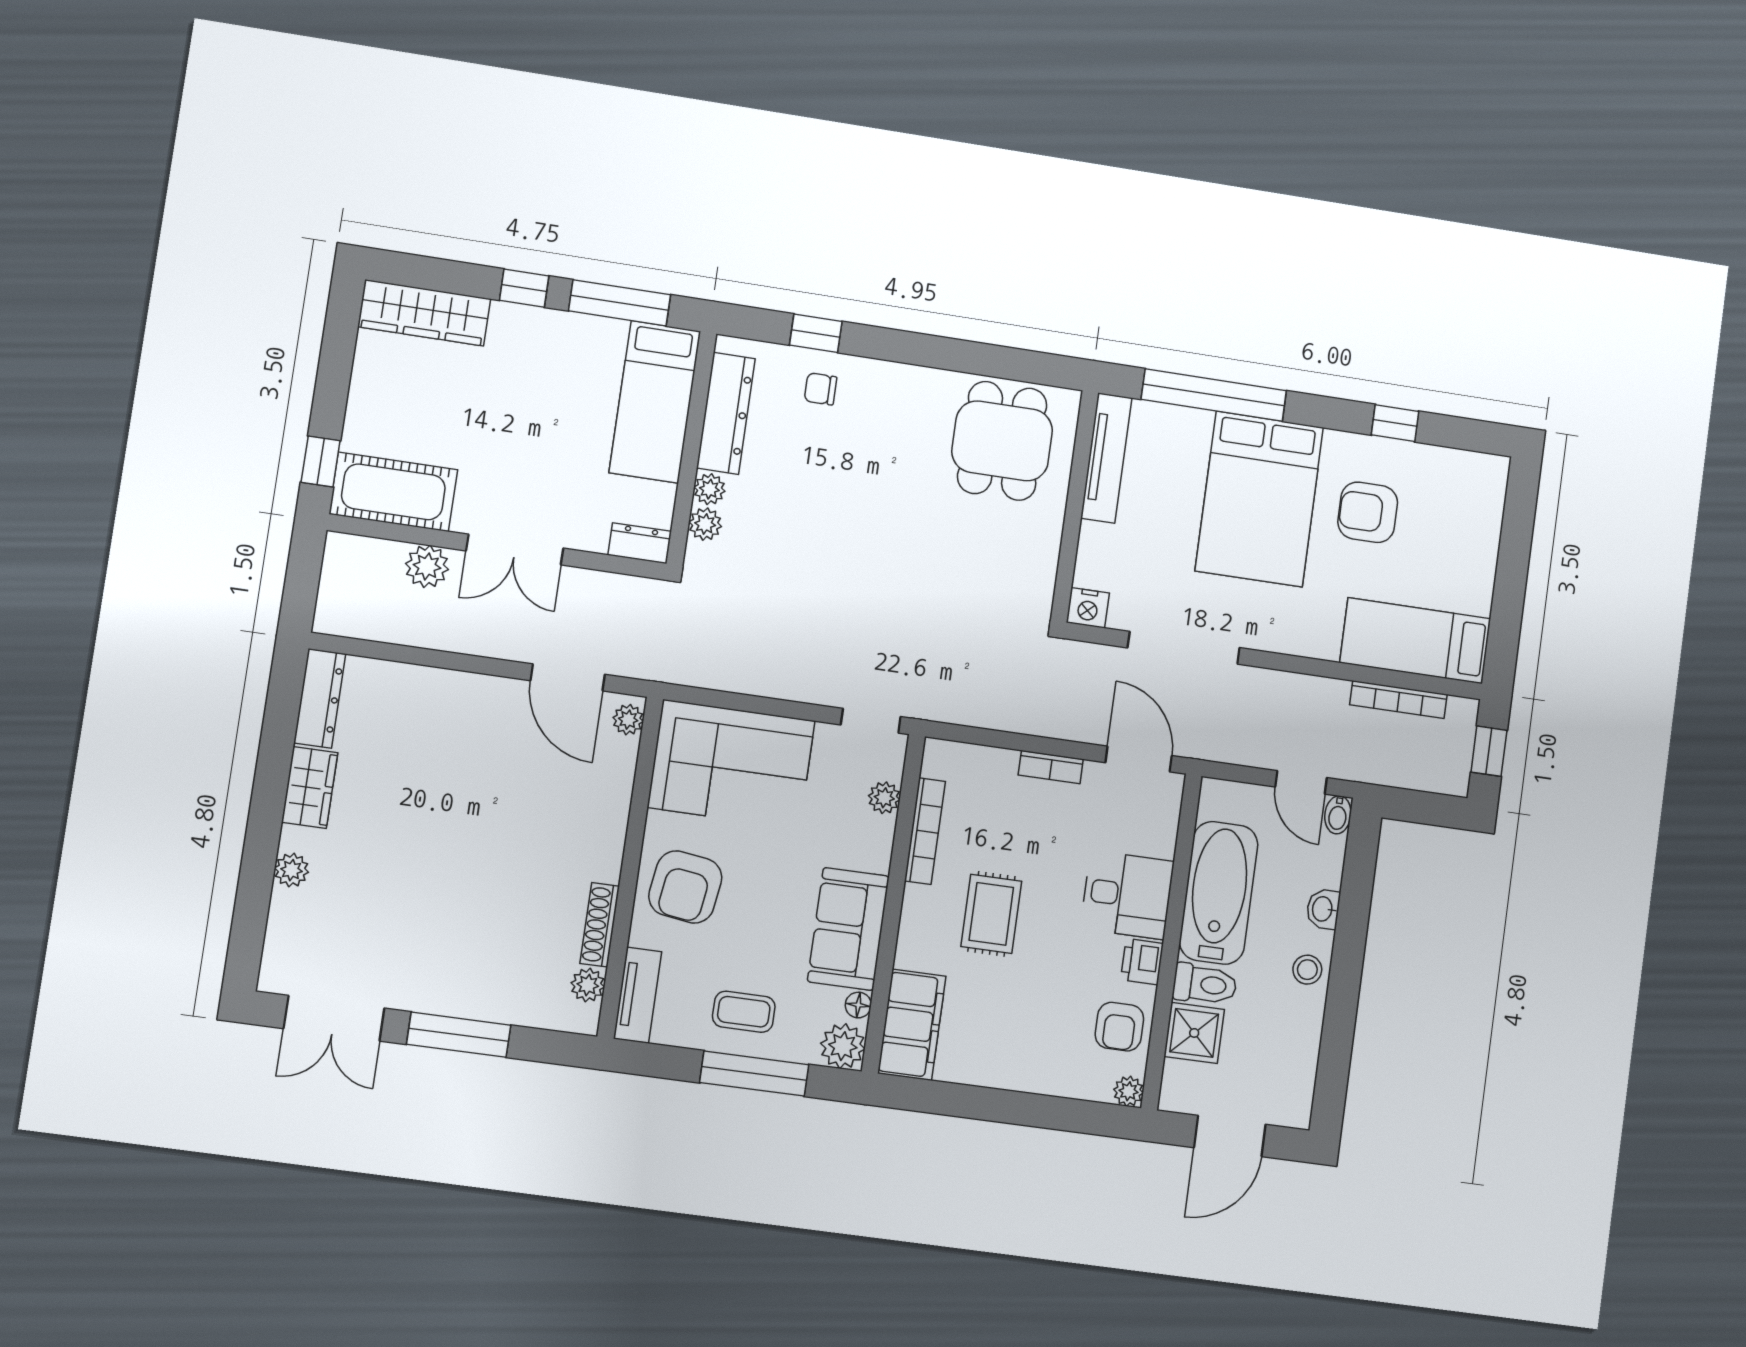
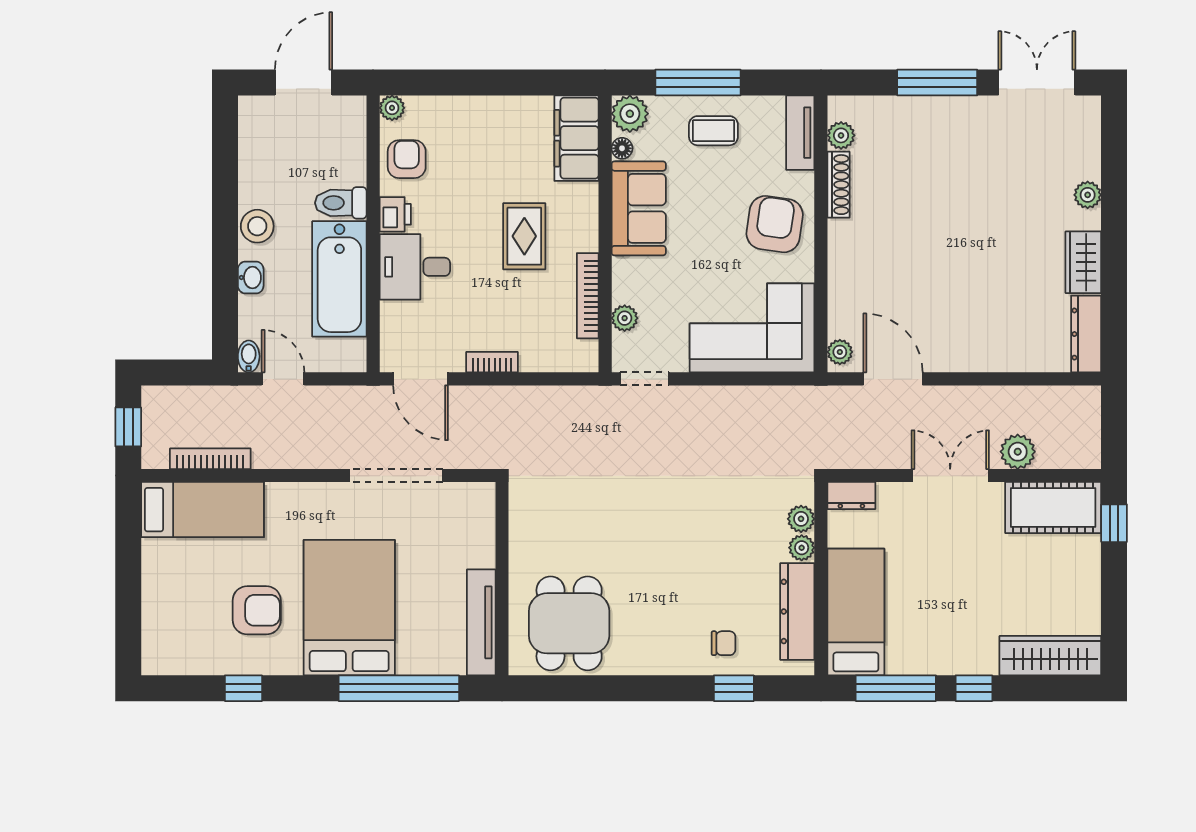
nightstand: (1088, 608) -> (479, 497), removed
stool: (1307, 970) -> (257, 226), width x1.37, depth x1.37
shower: (1194, 1033) -> (344, 162), removed

